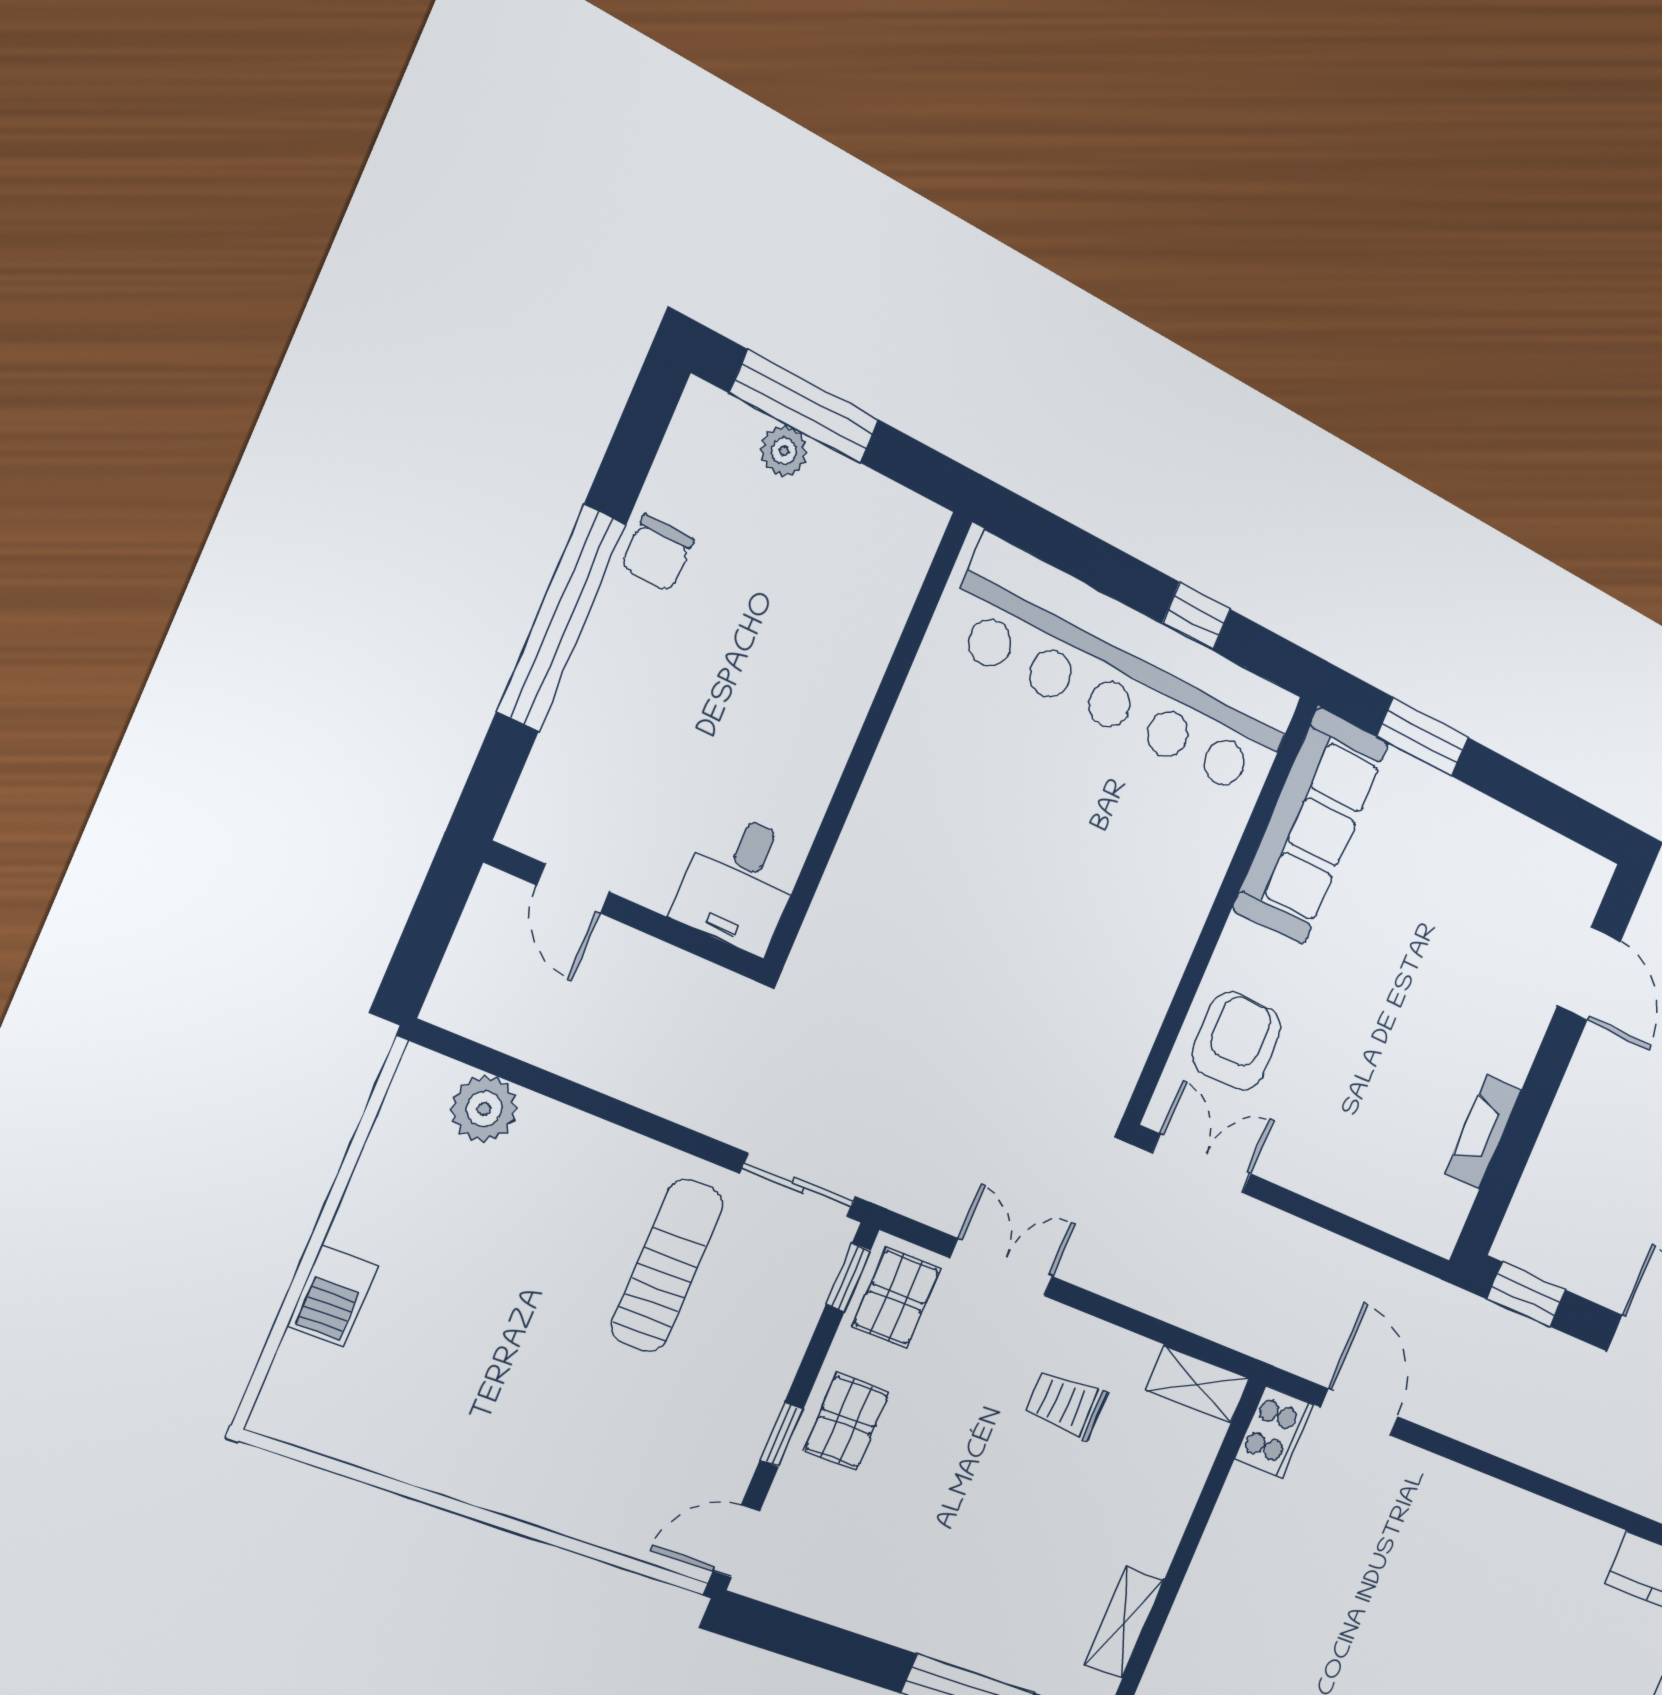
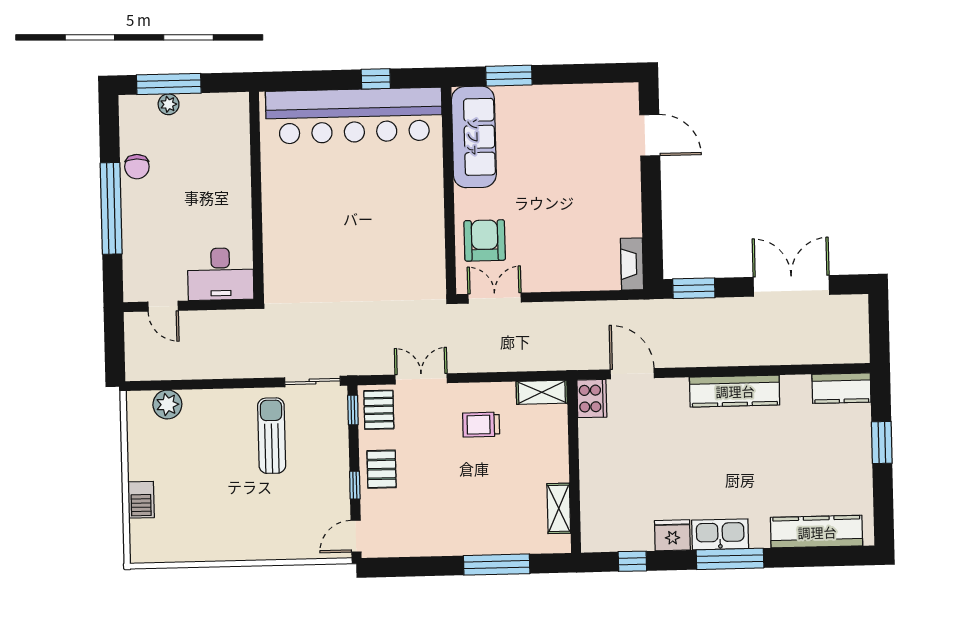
desk: (740, 882) -> (221, 274), width x1.37
fireplace: (1483, 1132) -> (632, 264), moved
kitchen counter: (1501, 1513) -> (735, 391), added

